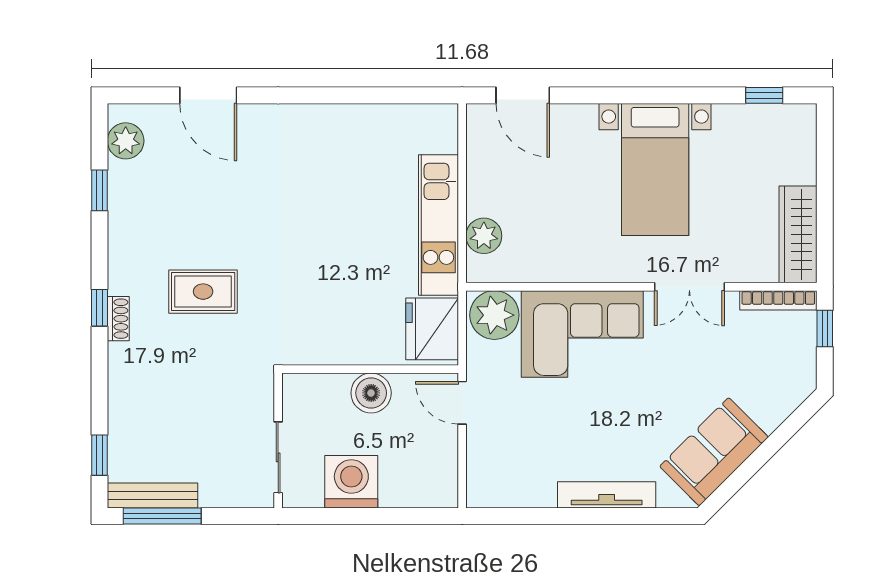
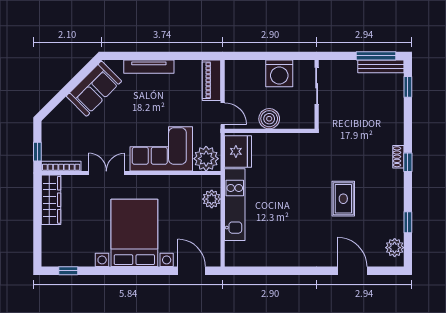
bed with nightstands: (655, 169) -> (134, 233), width x1.36
rug: (203, 292) -> (343, 199), moved, turned 90
piano: (484, 468) -> (212, 80), added

